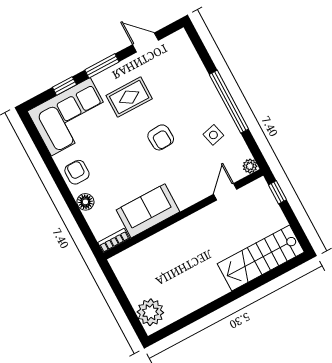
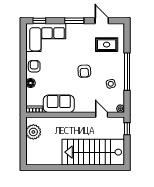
window: (64, 86) -> (39, 21), moved
rug: (129, 97) -> (107, 45), moved
door: (225, 192) -> (102, 115), hinge flipped
stairs: (261, 258) -> (93, 152), width x1.36, depth x1.51
plant: (150, 312) -> (33, 132), moved

